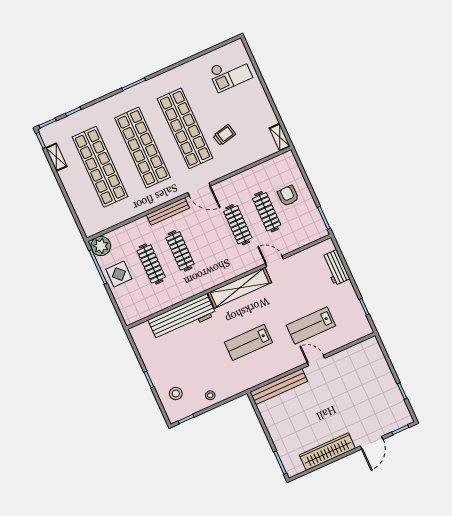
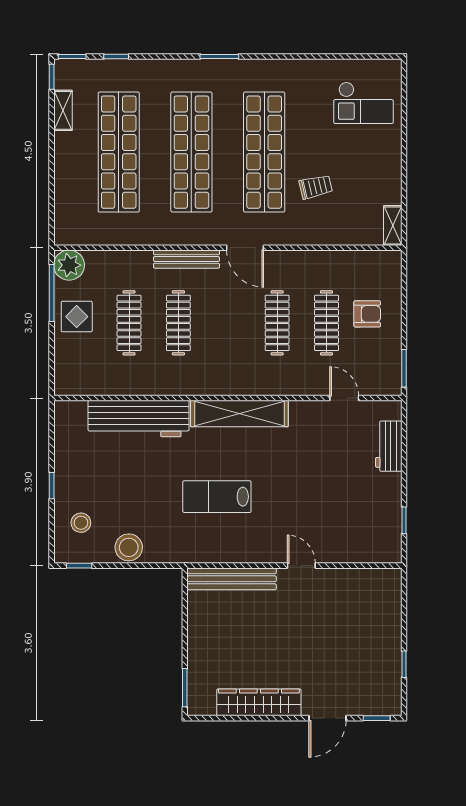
armchair: (288, 196) -> (367, 314), turned 91
door: (274, 261) -> (344, 398), moved
lab bench: (311, 325) -> (316, 513), removed
stool: (210, 395) -> (129, 547), width x1.89, depth x1.89

